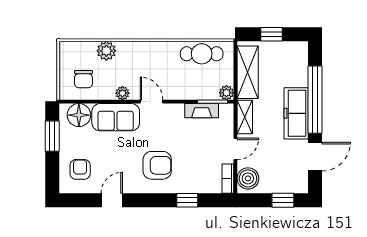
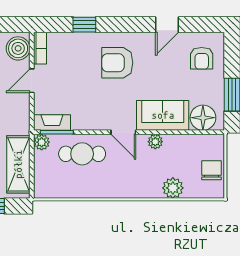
cafe table: (202, 54) -> (82, 154), moved
chair: (83, 79) -> (212, 170), moved
fireplace: (202, 111) -> (52, 123), moved
shelving: (245, 117) -> (21, 116), removed

